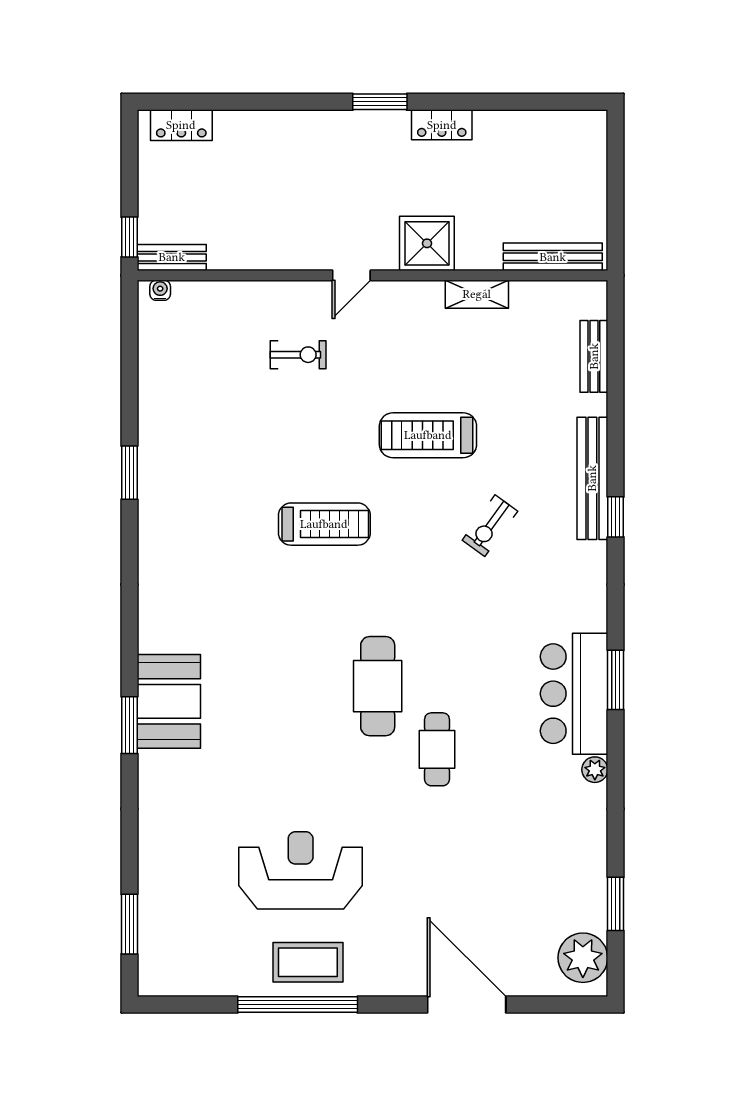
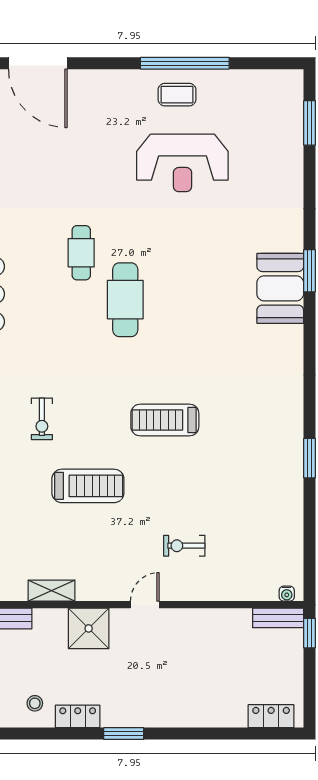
stool: (499, 143) -> (35, 703), added
exercise bike: (490, 526) -> (42, 419), turned 144
coffee table: (308, 962) -> (177, 95), width x0.73, depth x0.77
door: (467, 1005) -> (38, 63), moved

